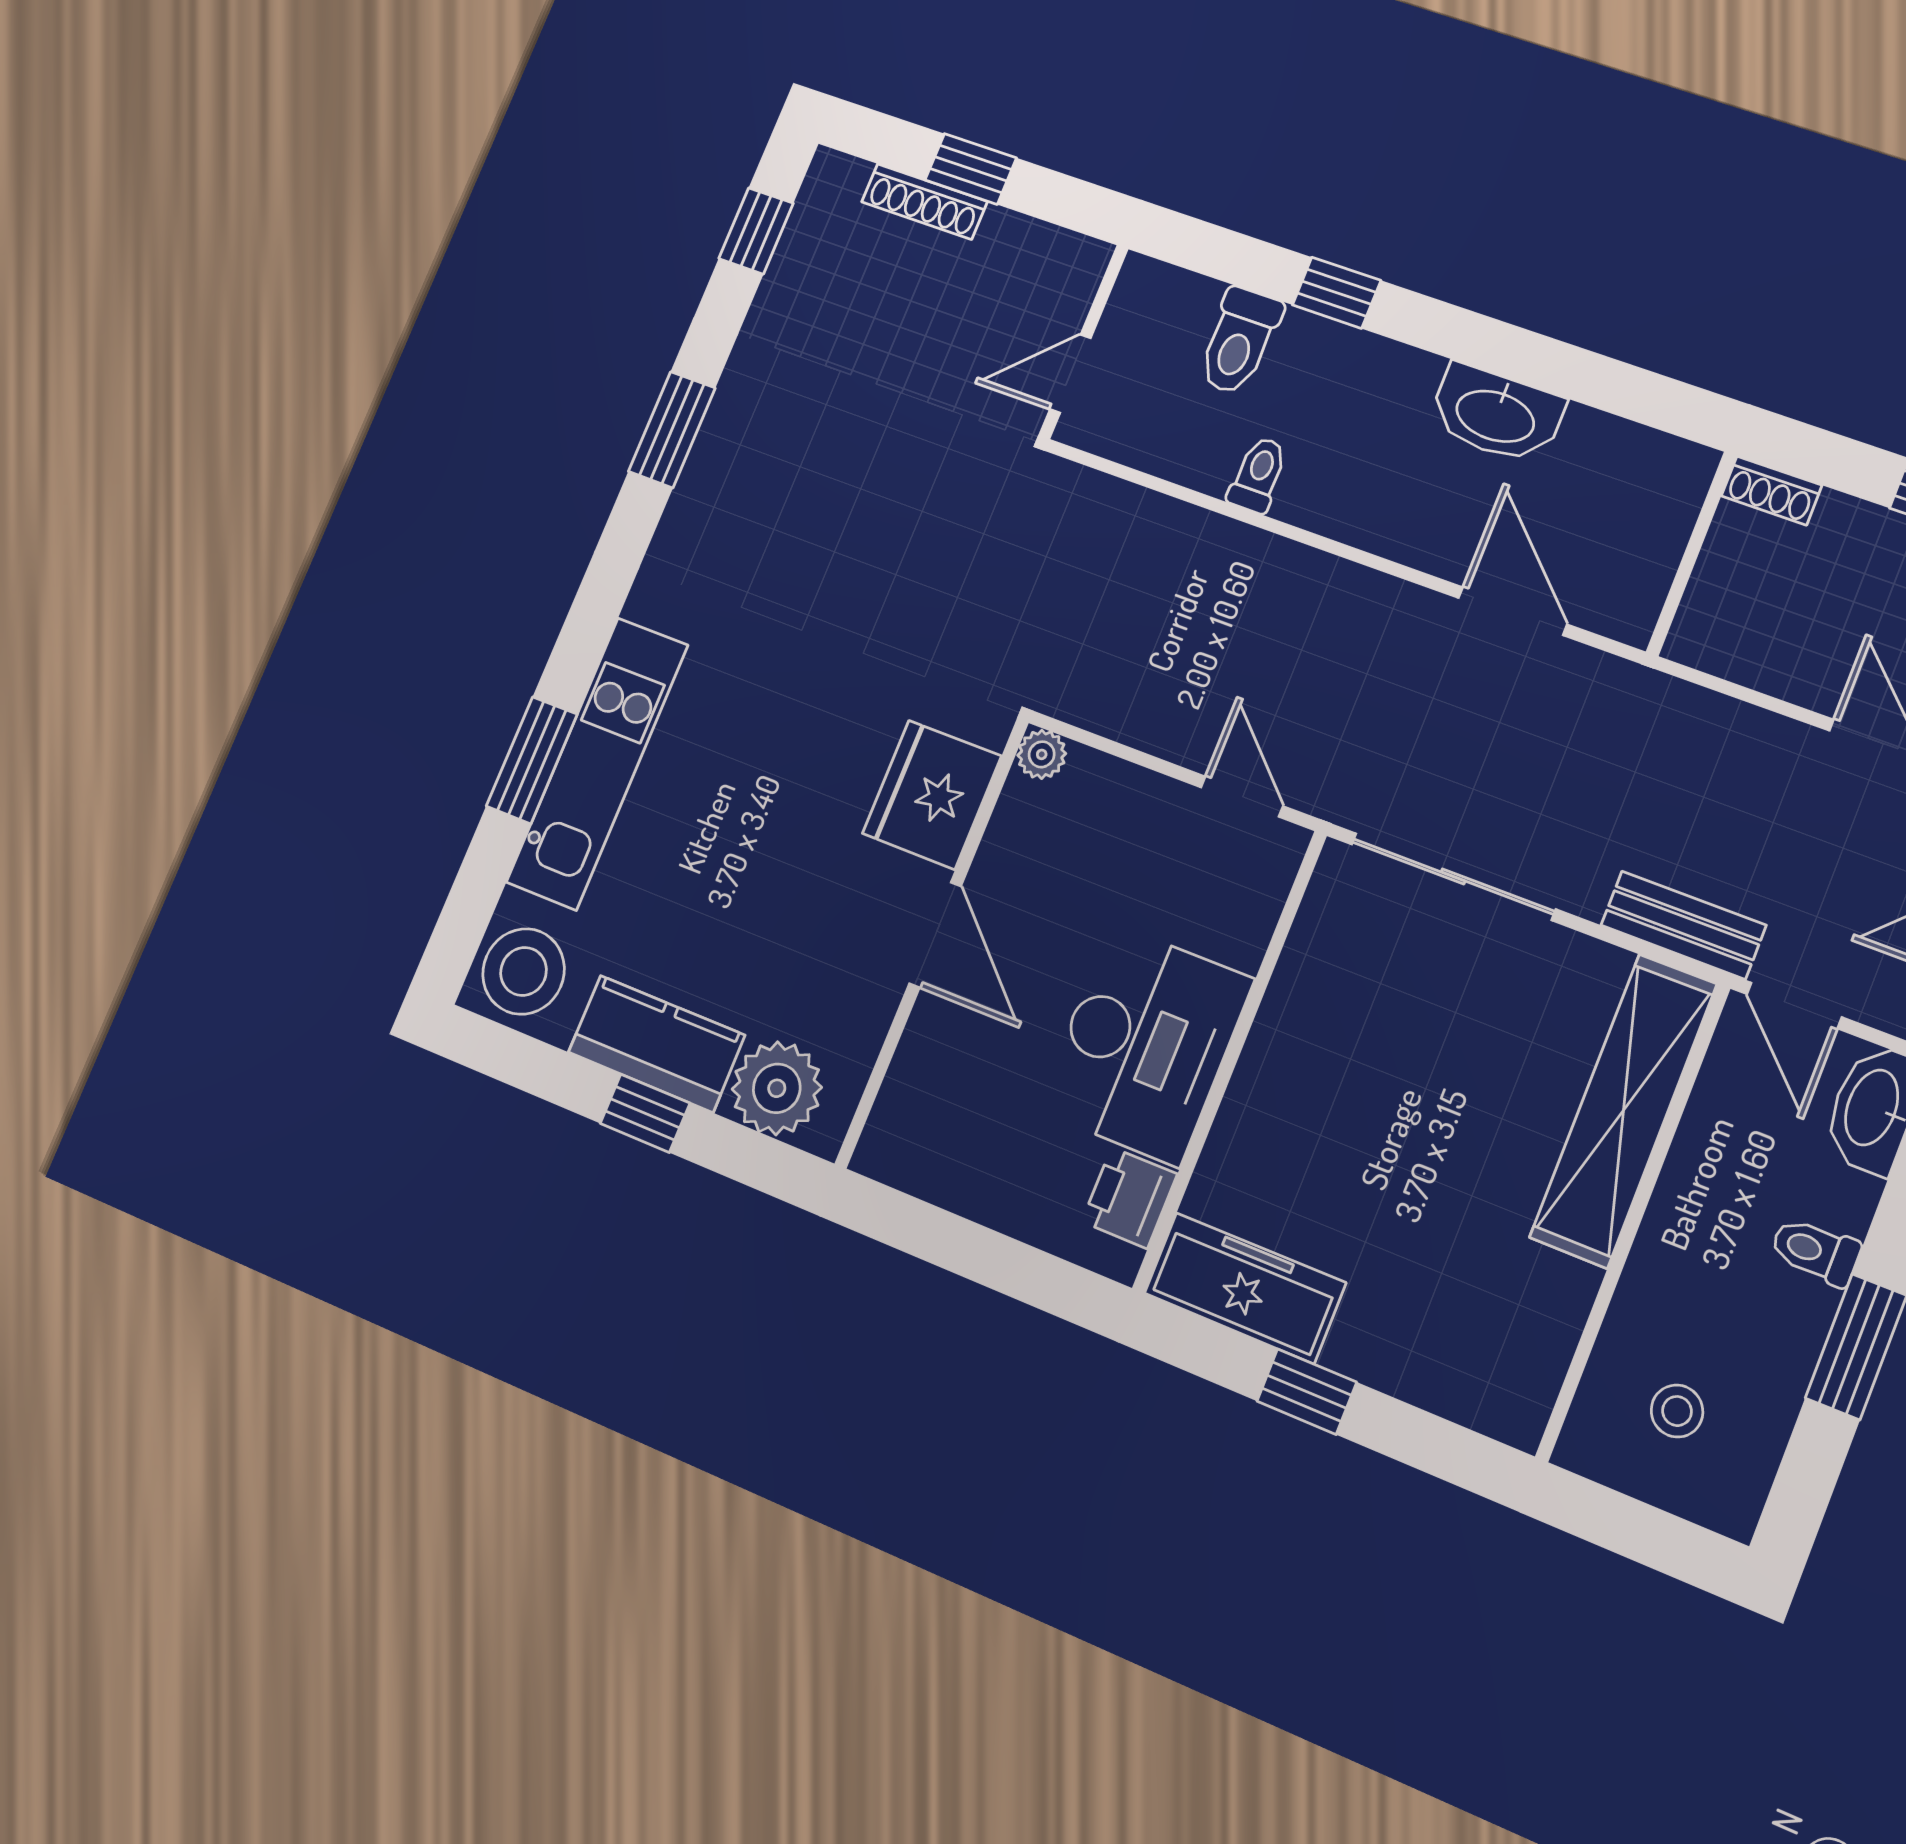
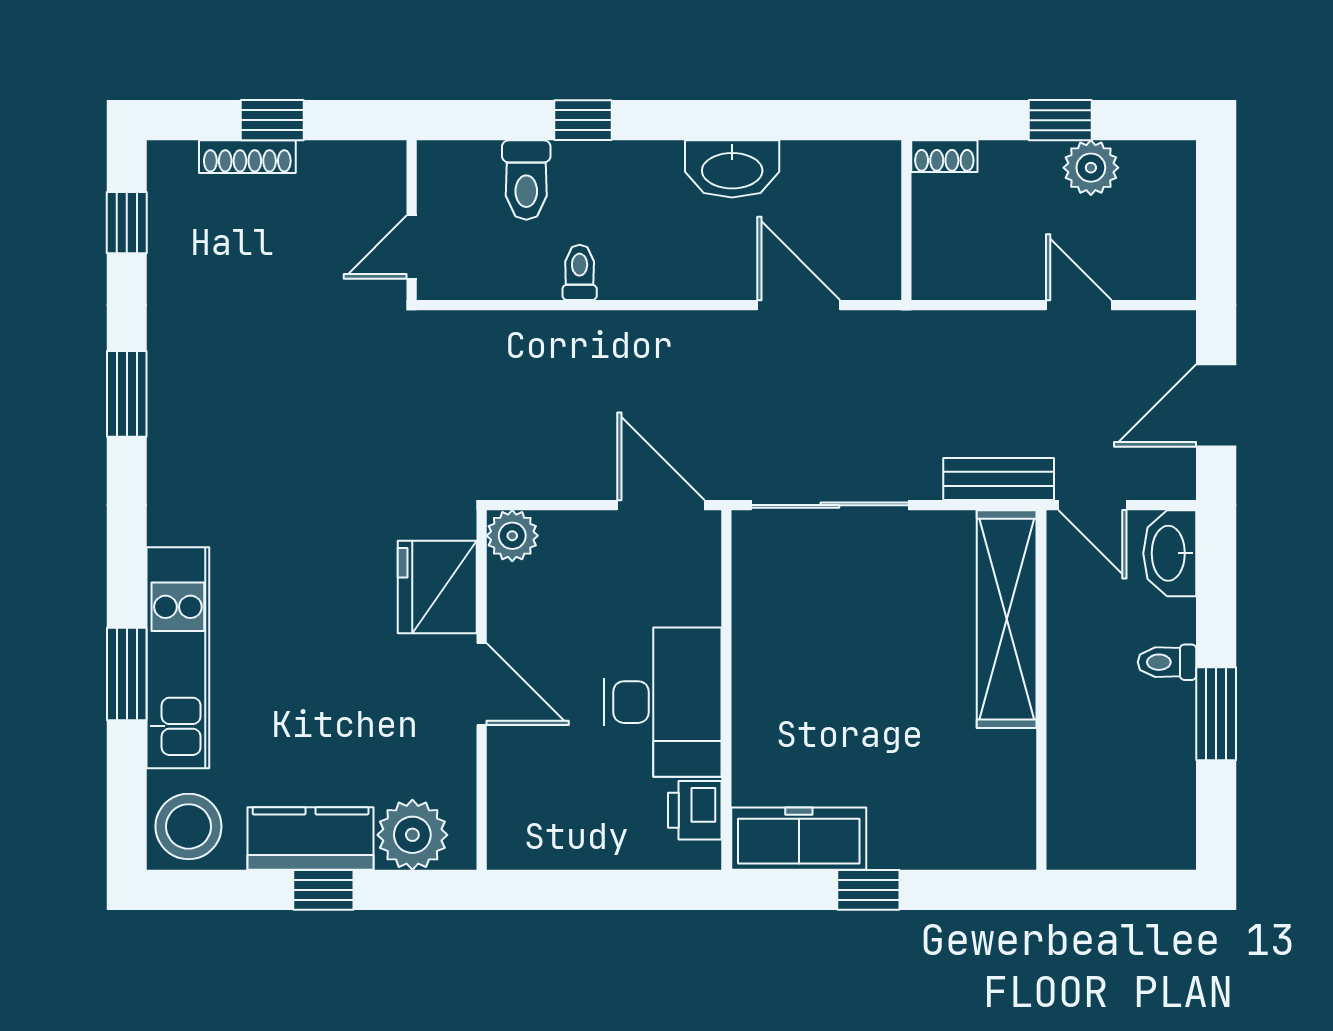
plant: (1042, 754) -> (512, 536), width x1.38, depth x1.38
door: (1242, 797) -> (661, 505), width x1.38
stool: (1677, 1411) -> (1117, 802), removed

